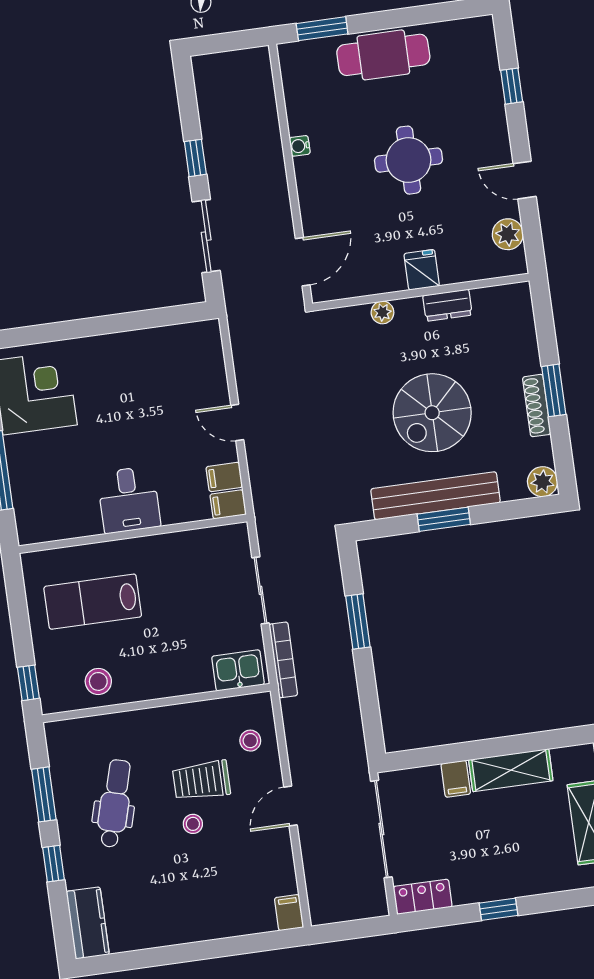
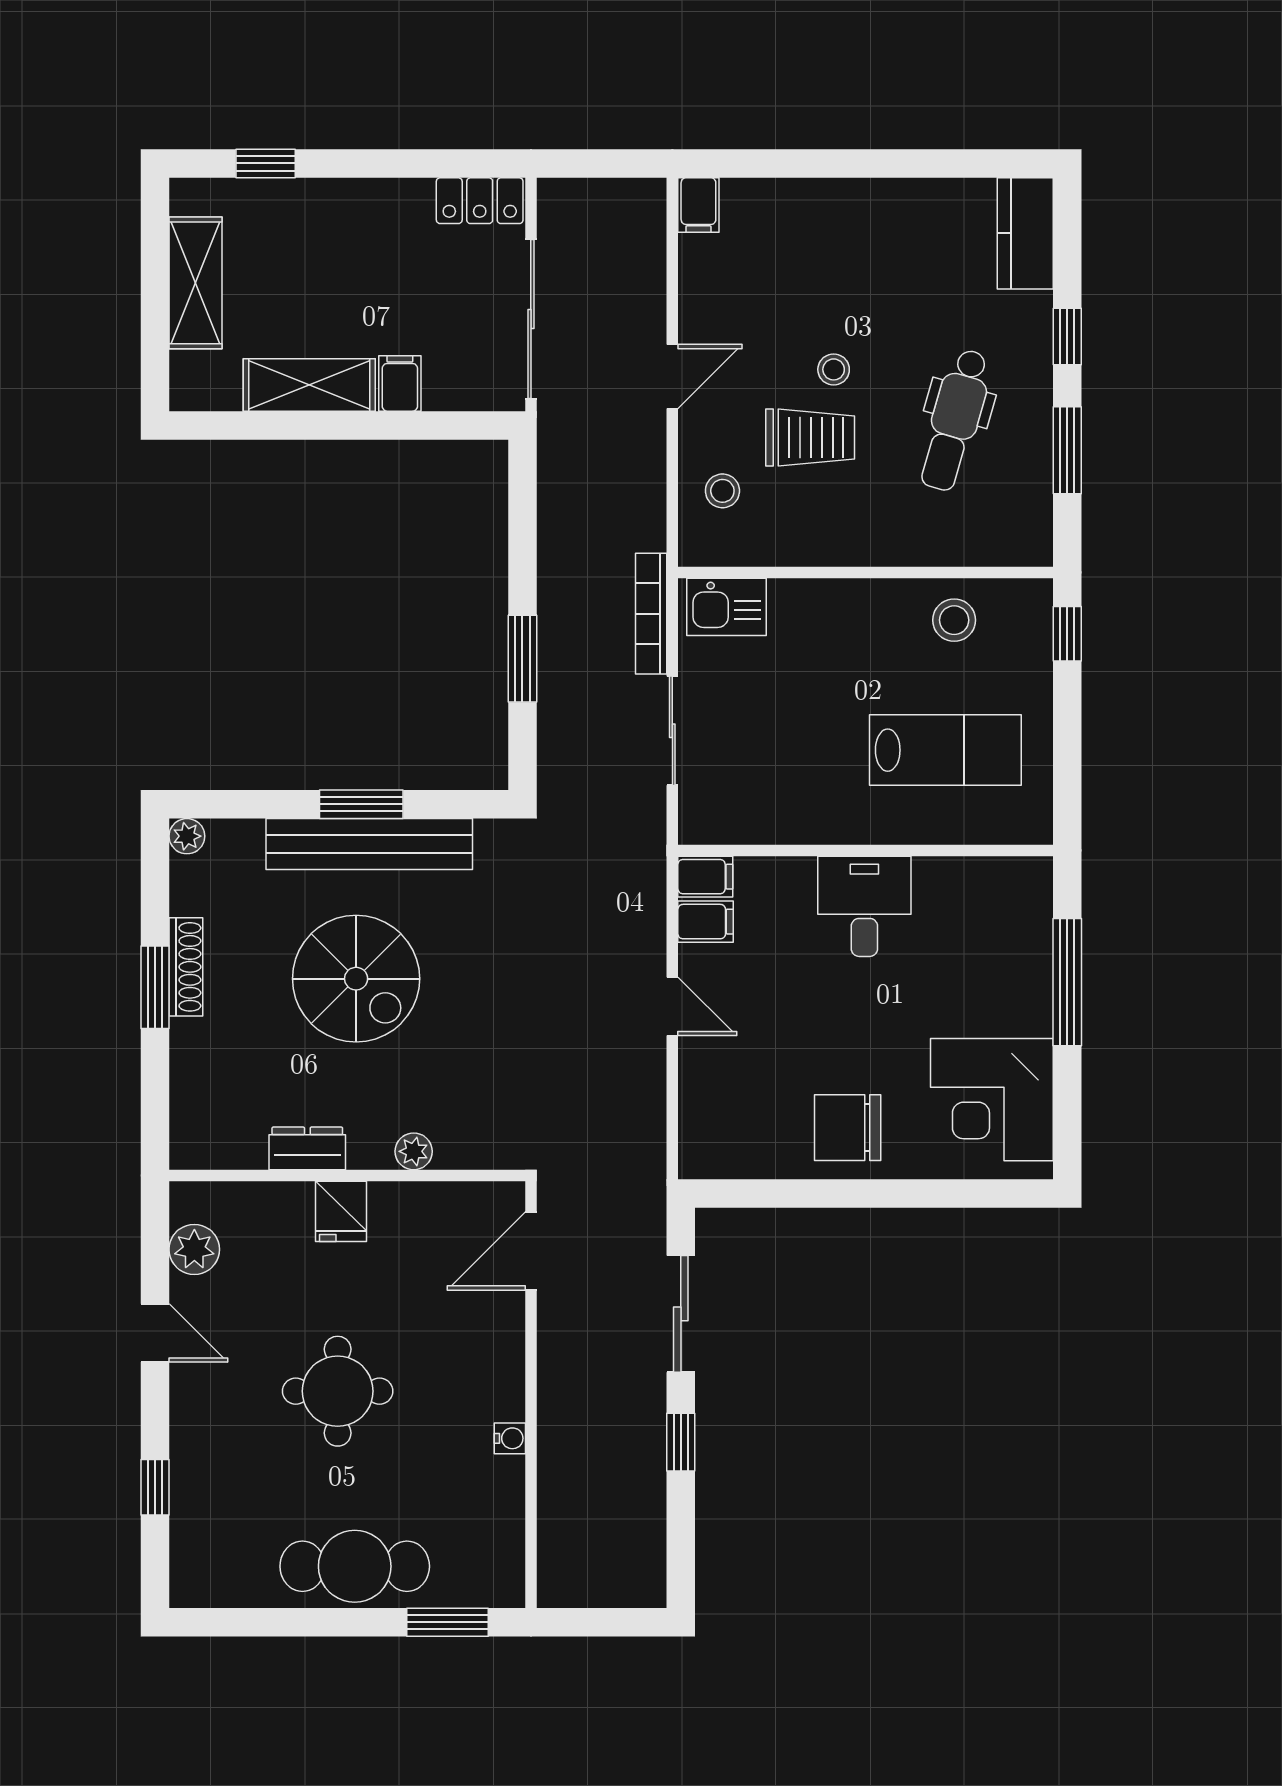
chair: (120, 364) -> (848, 1128), added
spiral stairs: (432, 413) -> (356, 979), turned 90
plant: (543, 482) -> (187, 836), width x0.73, depth x0.73
window: (499, 909) -> (266, 163), moved

